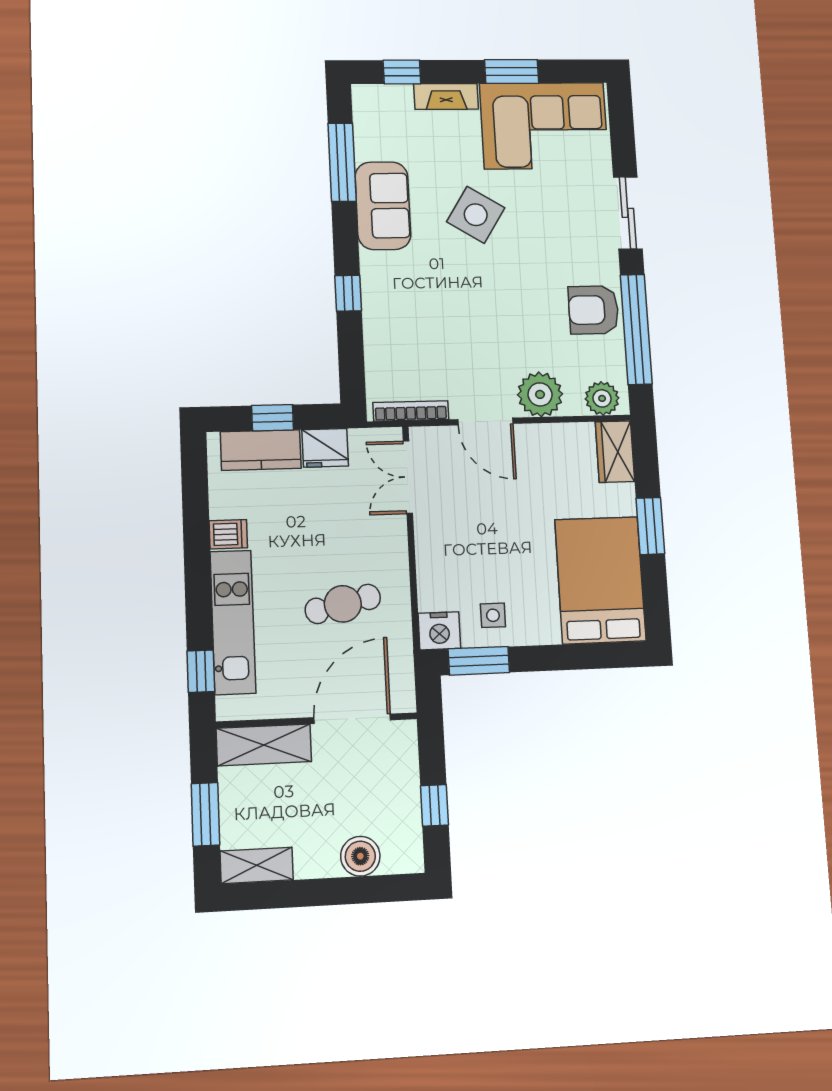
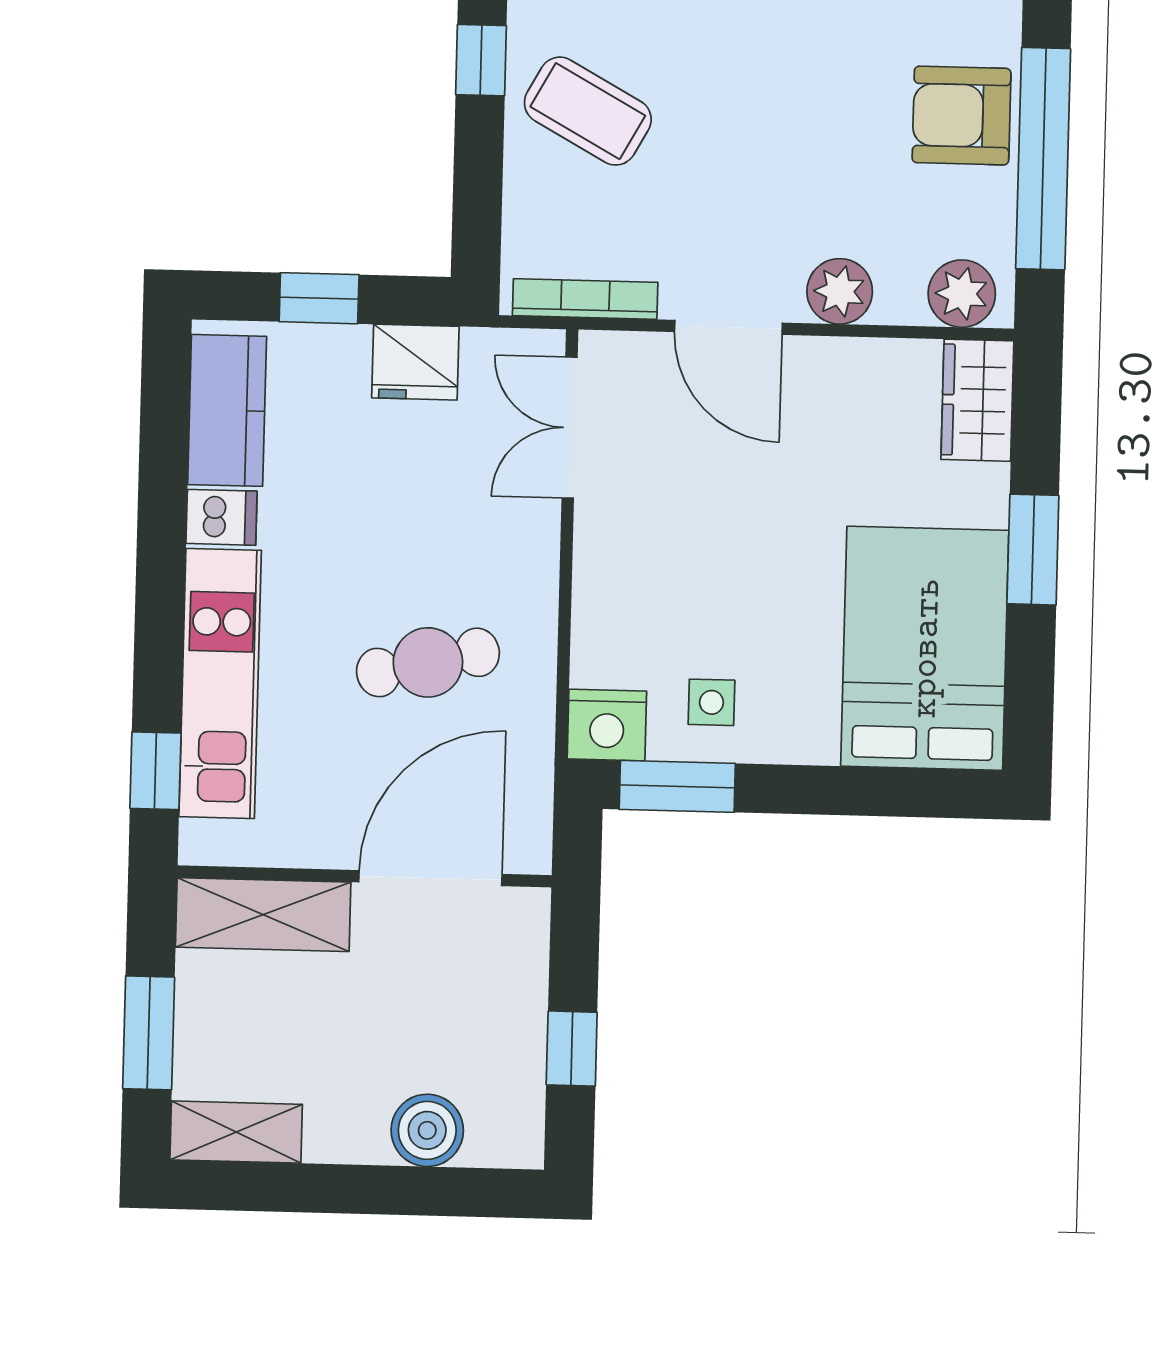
coffee table: (405, 316) -> (588, 111), added
plant: (540, 394) -> (840, 291), width x0.73, depth x0.73
kitchen counter: (261, 450) -> (227, 410), moved, turned -90

